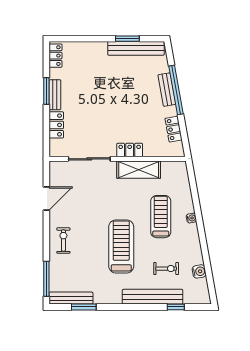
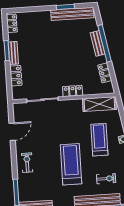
shelving: (139, 170) -> (99, 104), moved

